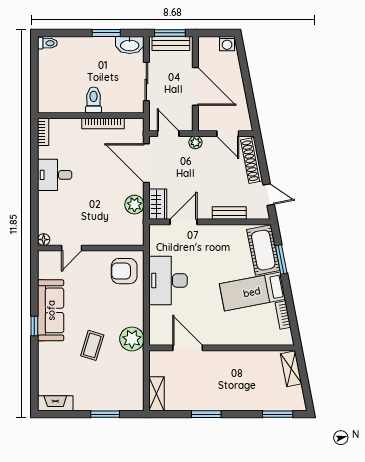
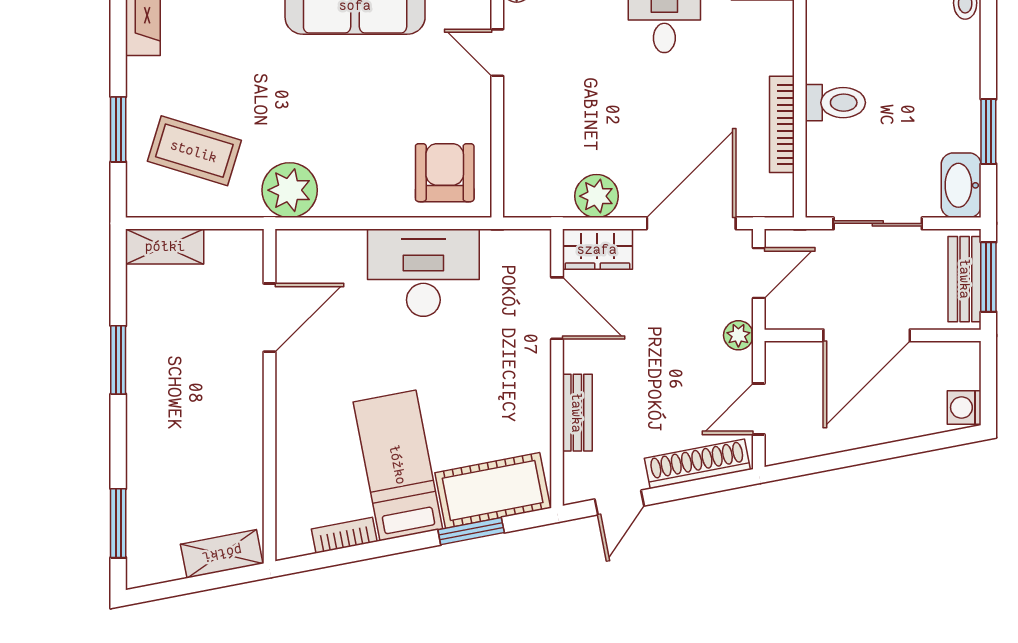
coffee table: (92, 345) -> (194, 151), moved, width x1.36, depth x1.30

